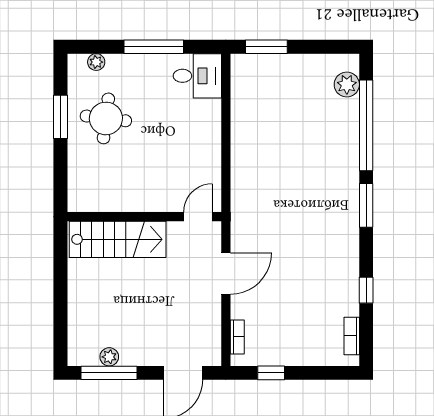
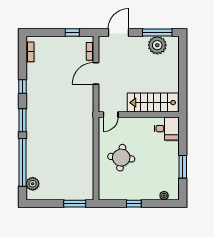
window: (154, 47) -> (134, 204), width x0.46
desk: (197, 76) -> (167, 129), moved, turned 180
round table: (106, 118) -> (121, 158), moved
door: (226, 274) -> (96, 73), moved
window: (366, 290) -> (22, 86), moved
plant: (109, 357) -> (157, 45), width x1.88, depth x1.88

